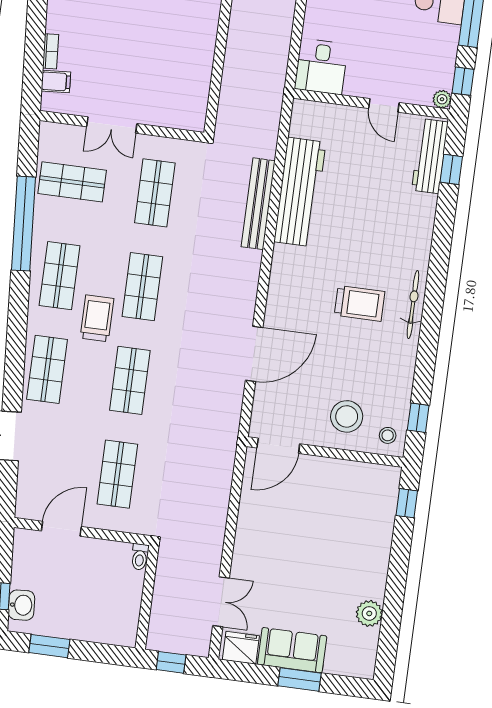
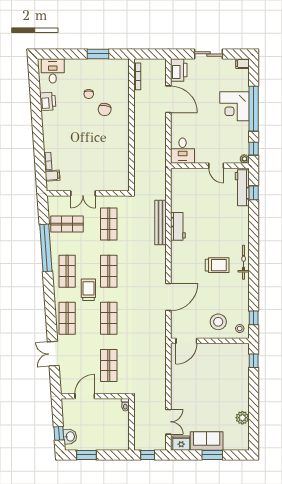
workbench: (300, 192) -> (178, 226), width x0.53, depth x0.76

